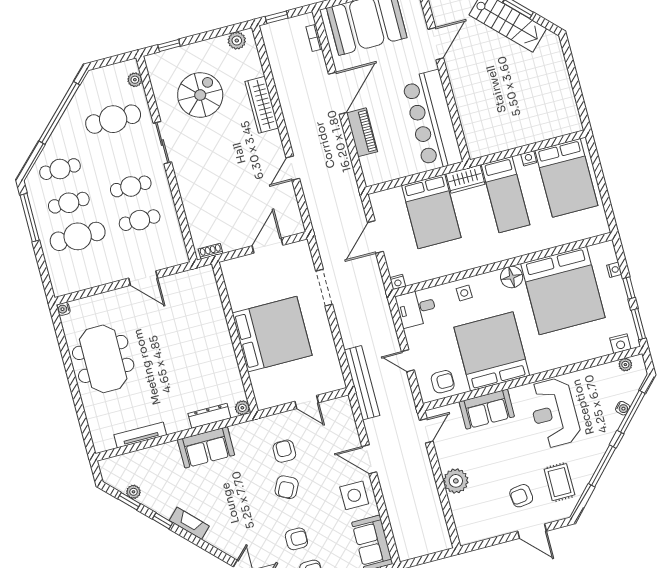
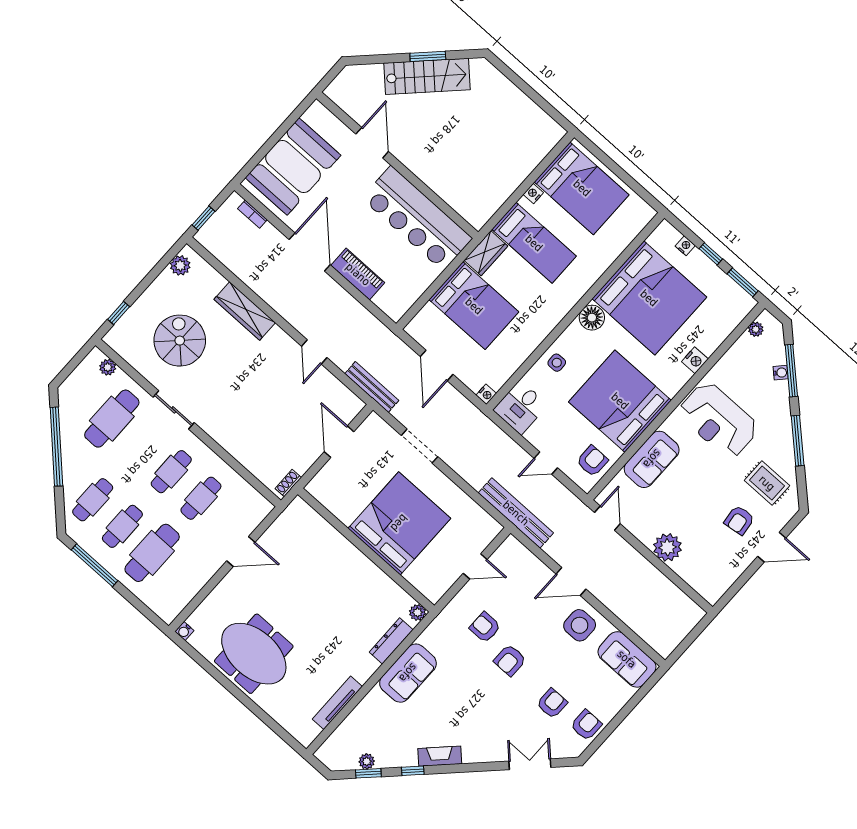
bench: (318, 221) -> (372, 387), added
nightstand: (620, 344) -> (695, 360), moved
armchair: (287, 487) -> (510, 660), turned 63

